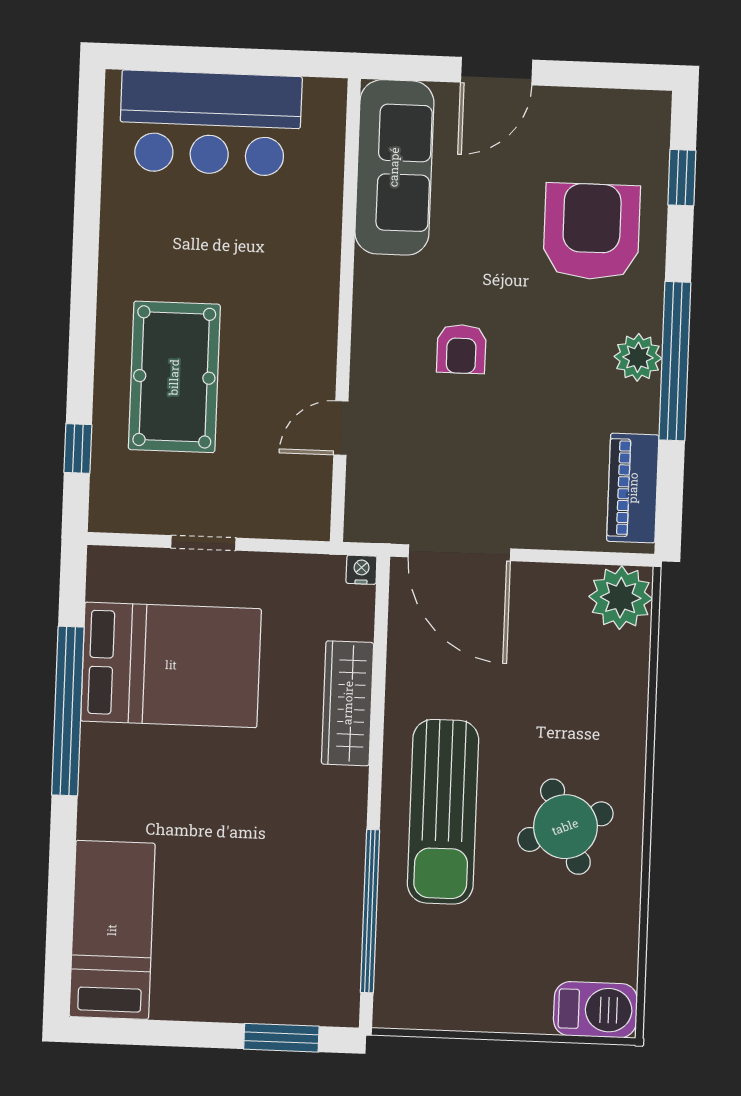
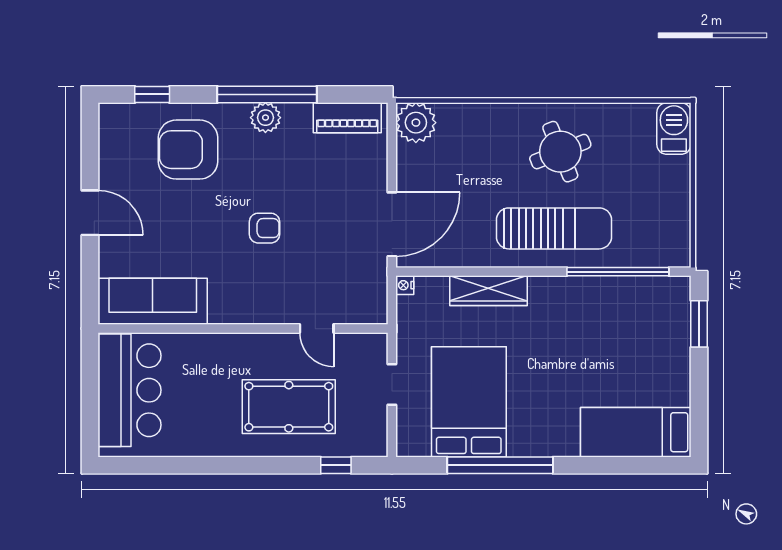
sofa: (394, 167) -> (153, 301), moved
wall: (345, 310) -> (243, 329), moved
door: (341, 428) -> (317, 329), moved

